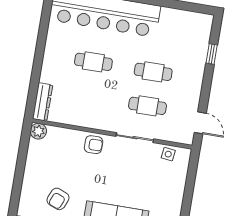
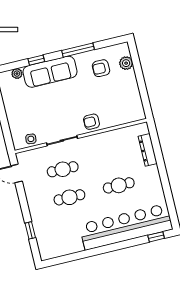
dresser: (43, 102) -> (148, 150), moved
plant: (38, 131) -> (126, 63), moved
armchair: (58, 199) -> (101, 68), turned -112

